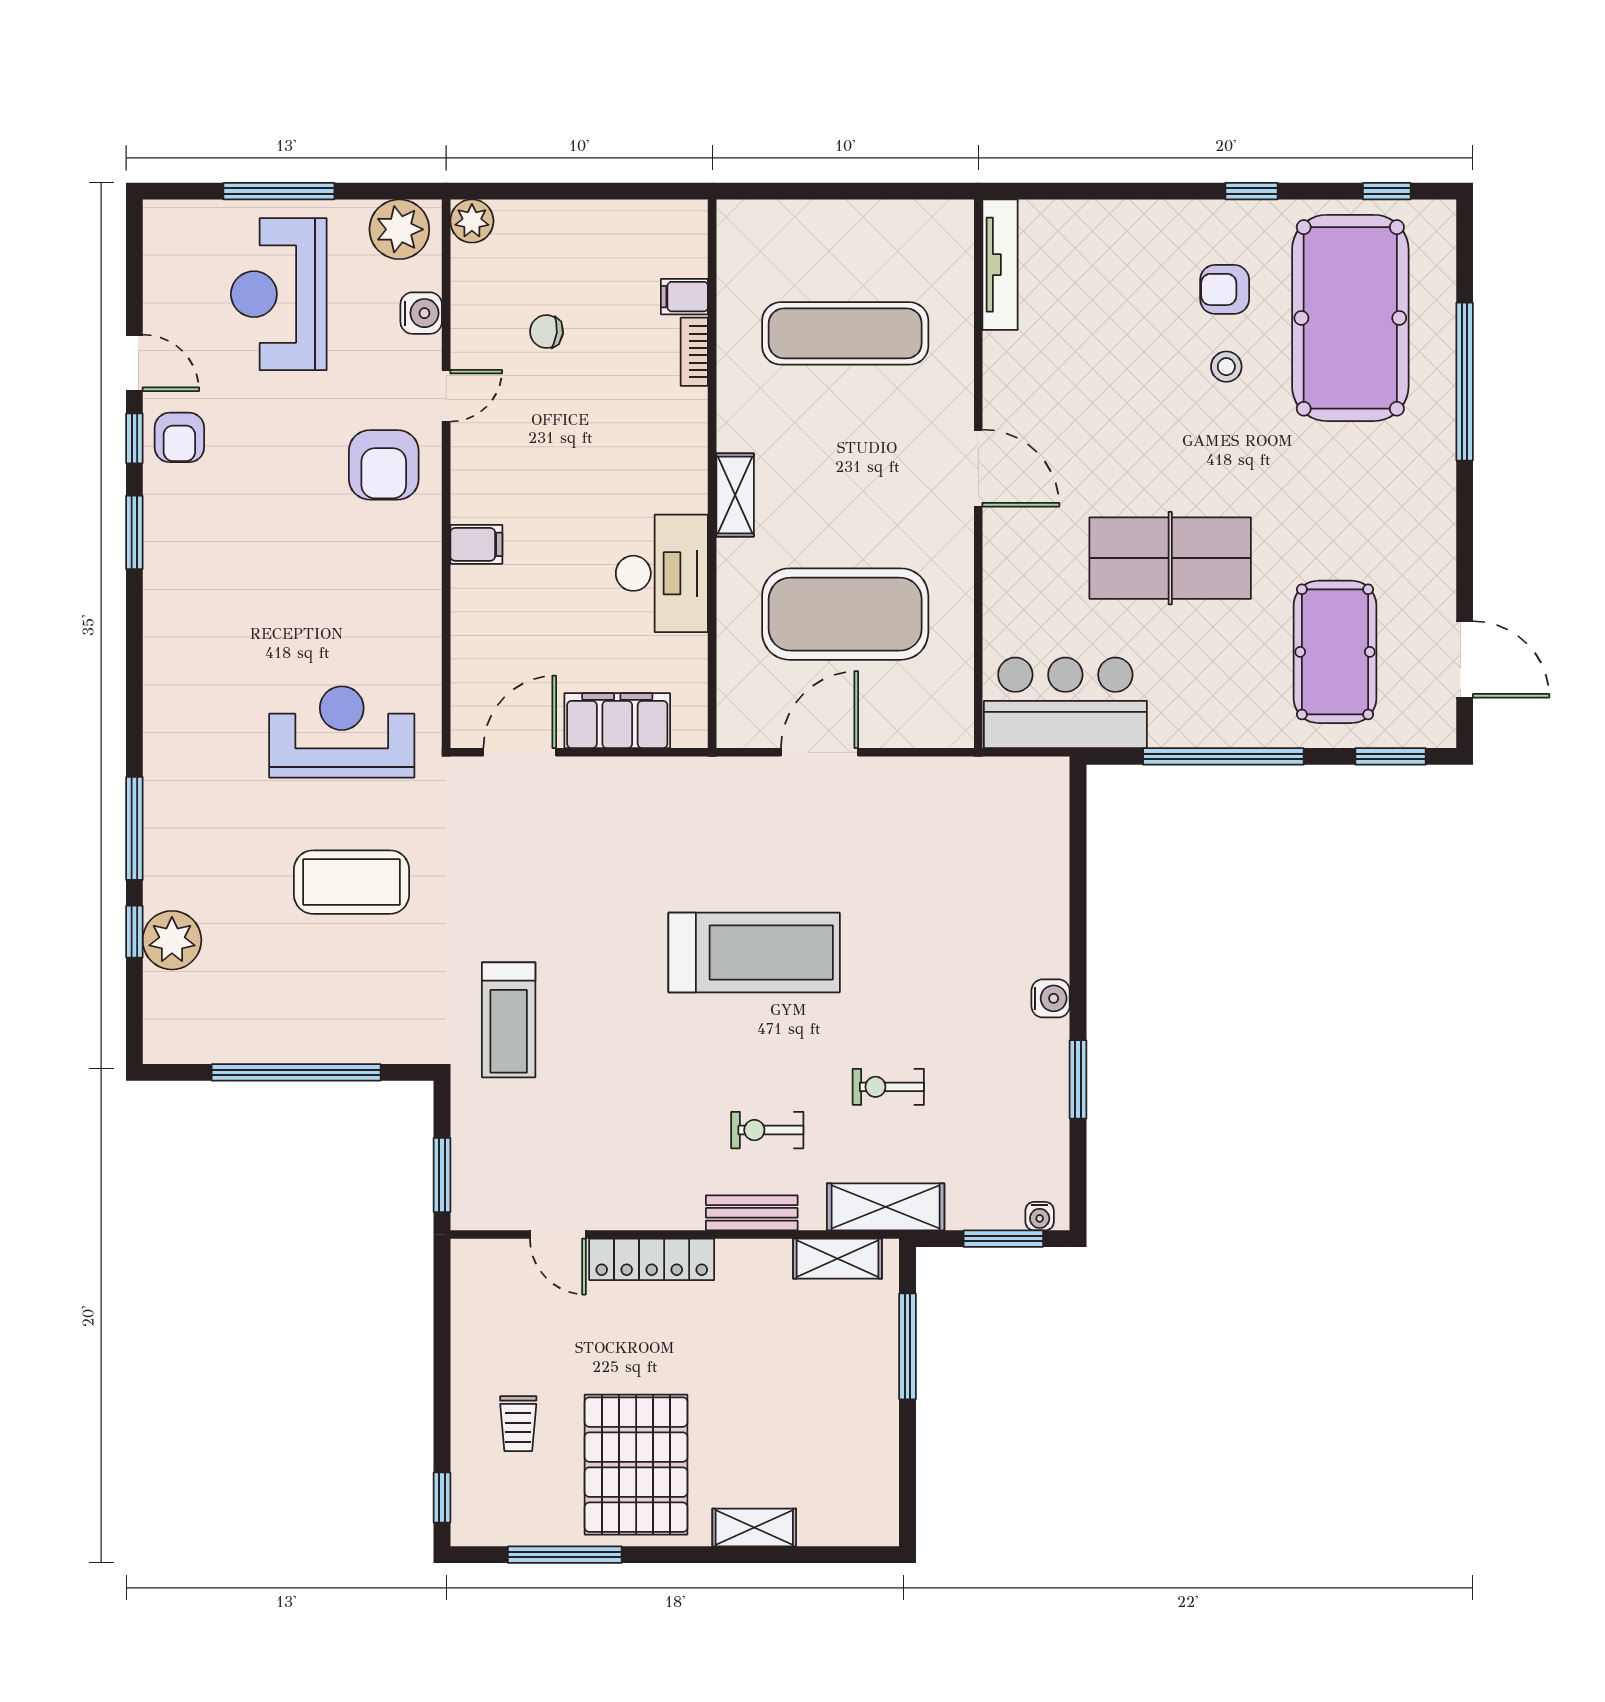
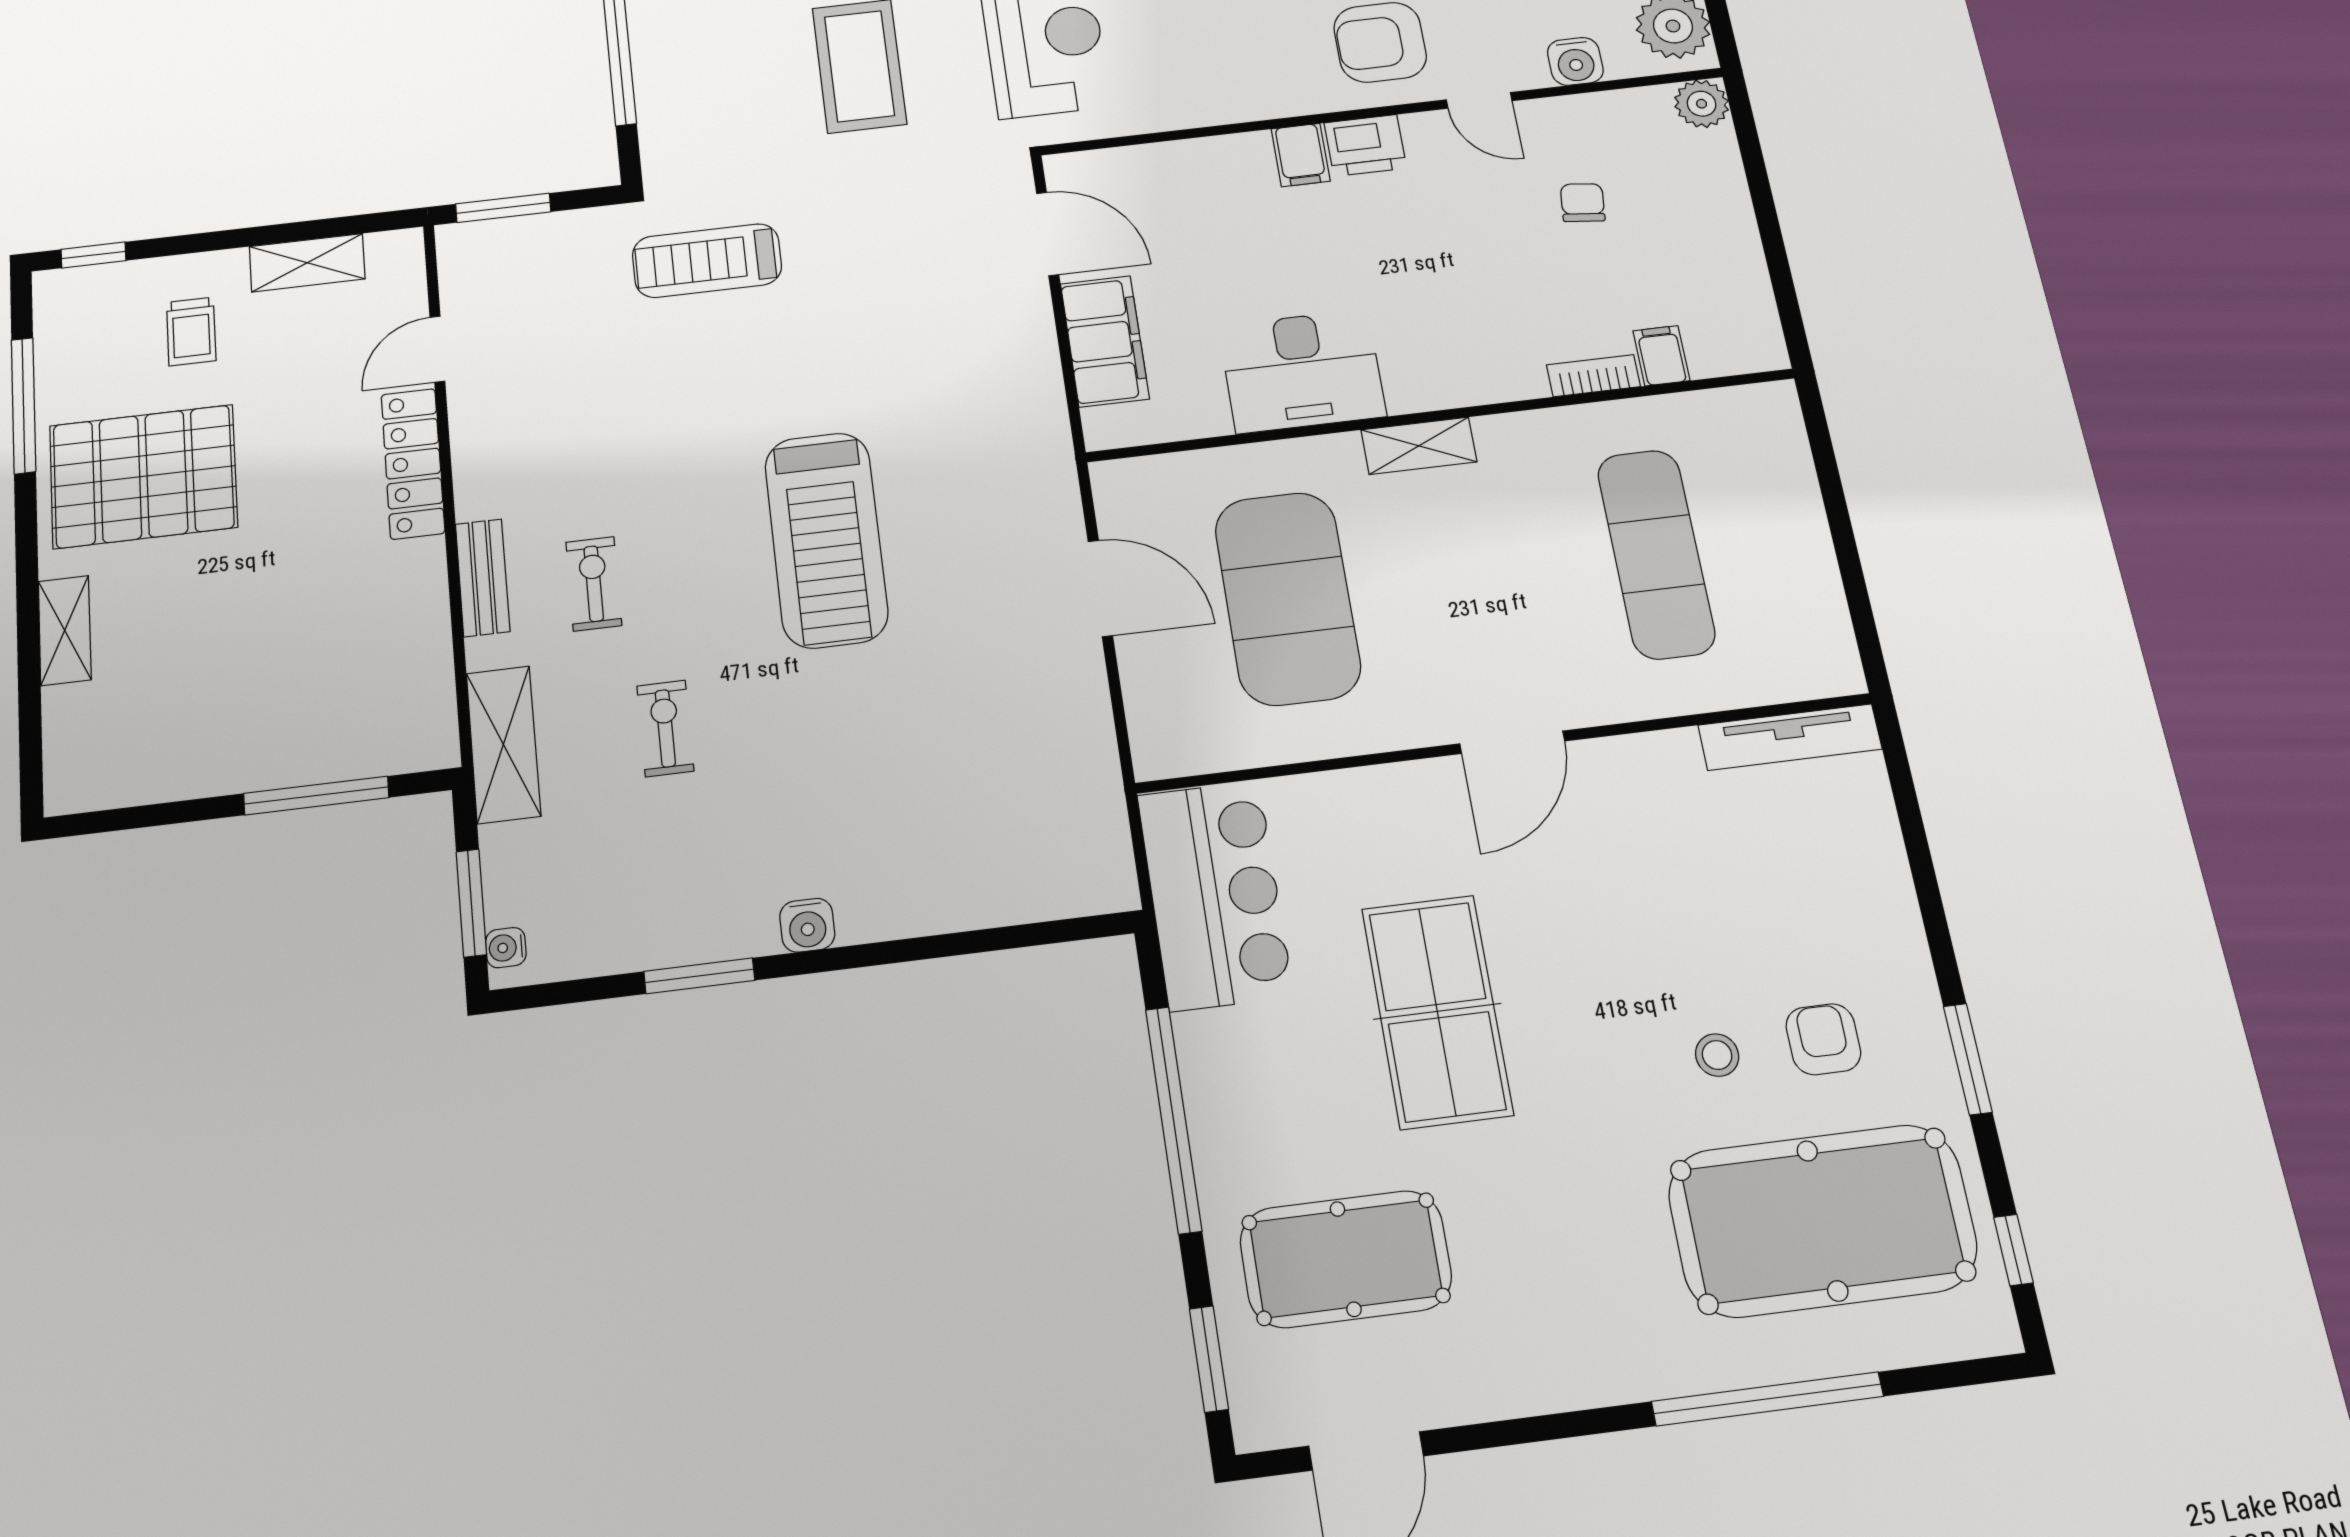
window: (1251, 191) -> (1968, 1059), width x1.50
printer: (474, 492) -> (1365, 145), added
shelving: (838, 1259) -> (307, 263), moved, turned 90
trolley: (518, 1424) -> (191, 332), turned -90

